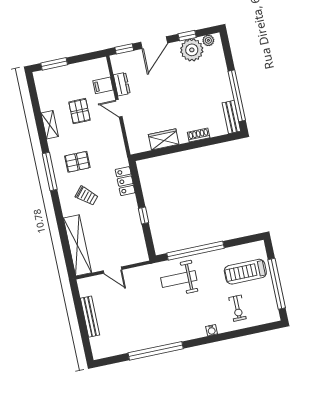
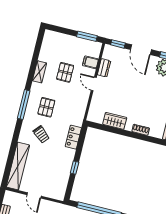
door: (154, 43) -> (141, 50), hinge flipped
window: (54, 64) -> (87, 36), moved
pallet: (77, 162) -> (46, 107), turned 90

